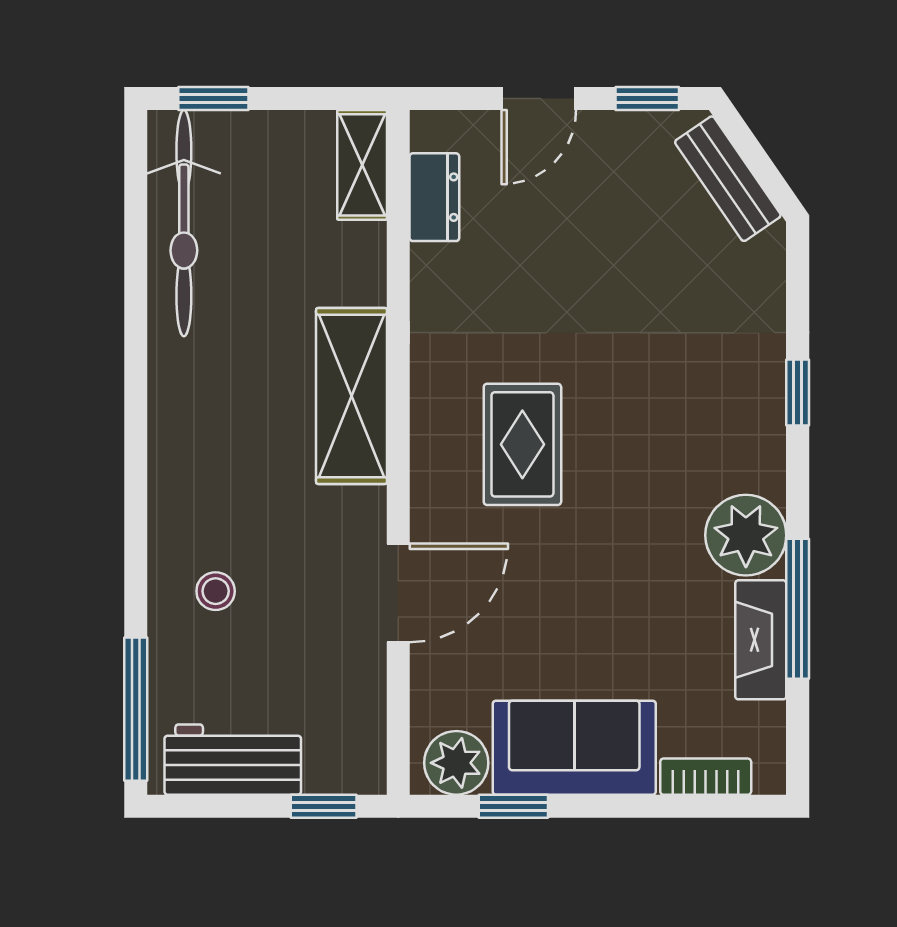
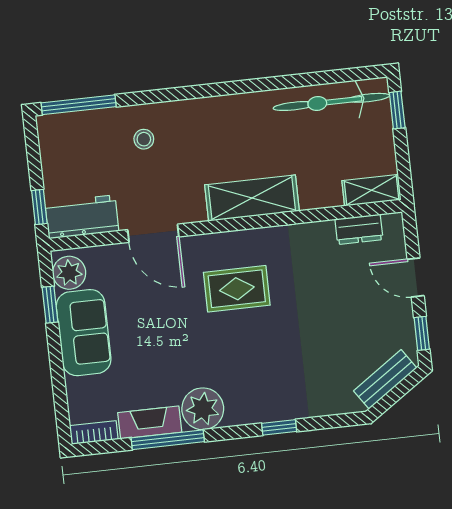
workbench: (233, 760) -> (82, 217), moved, turned -90
bookcase: (706, 777) -> (94, 432), moved, turned -90

